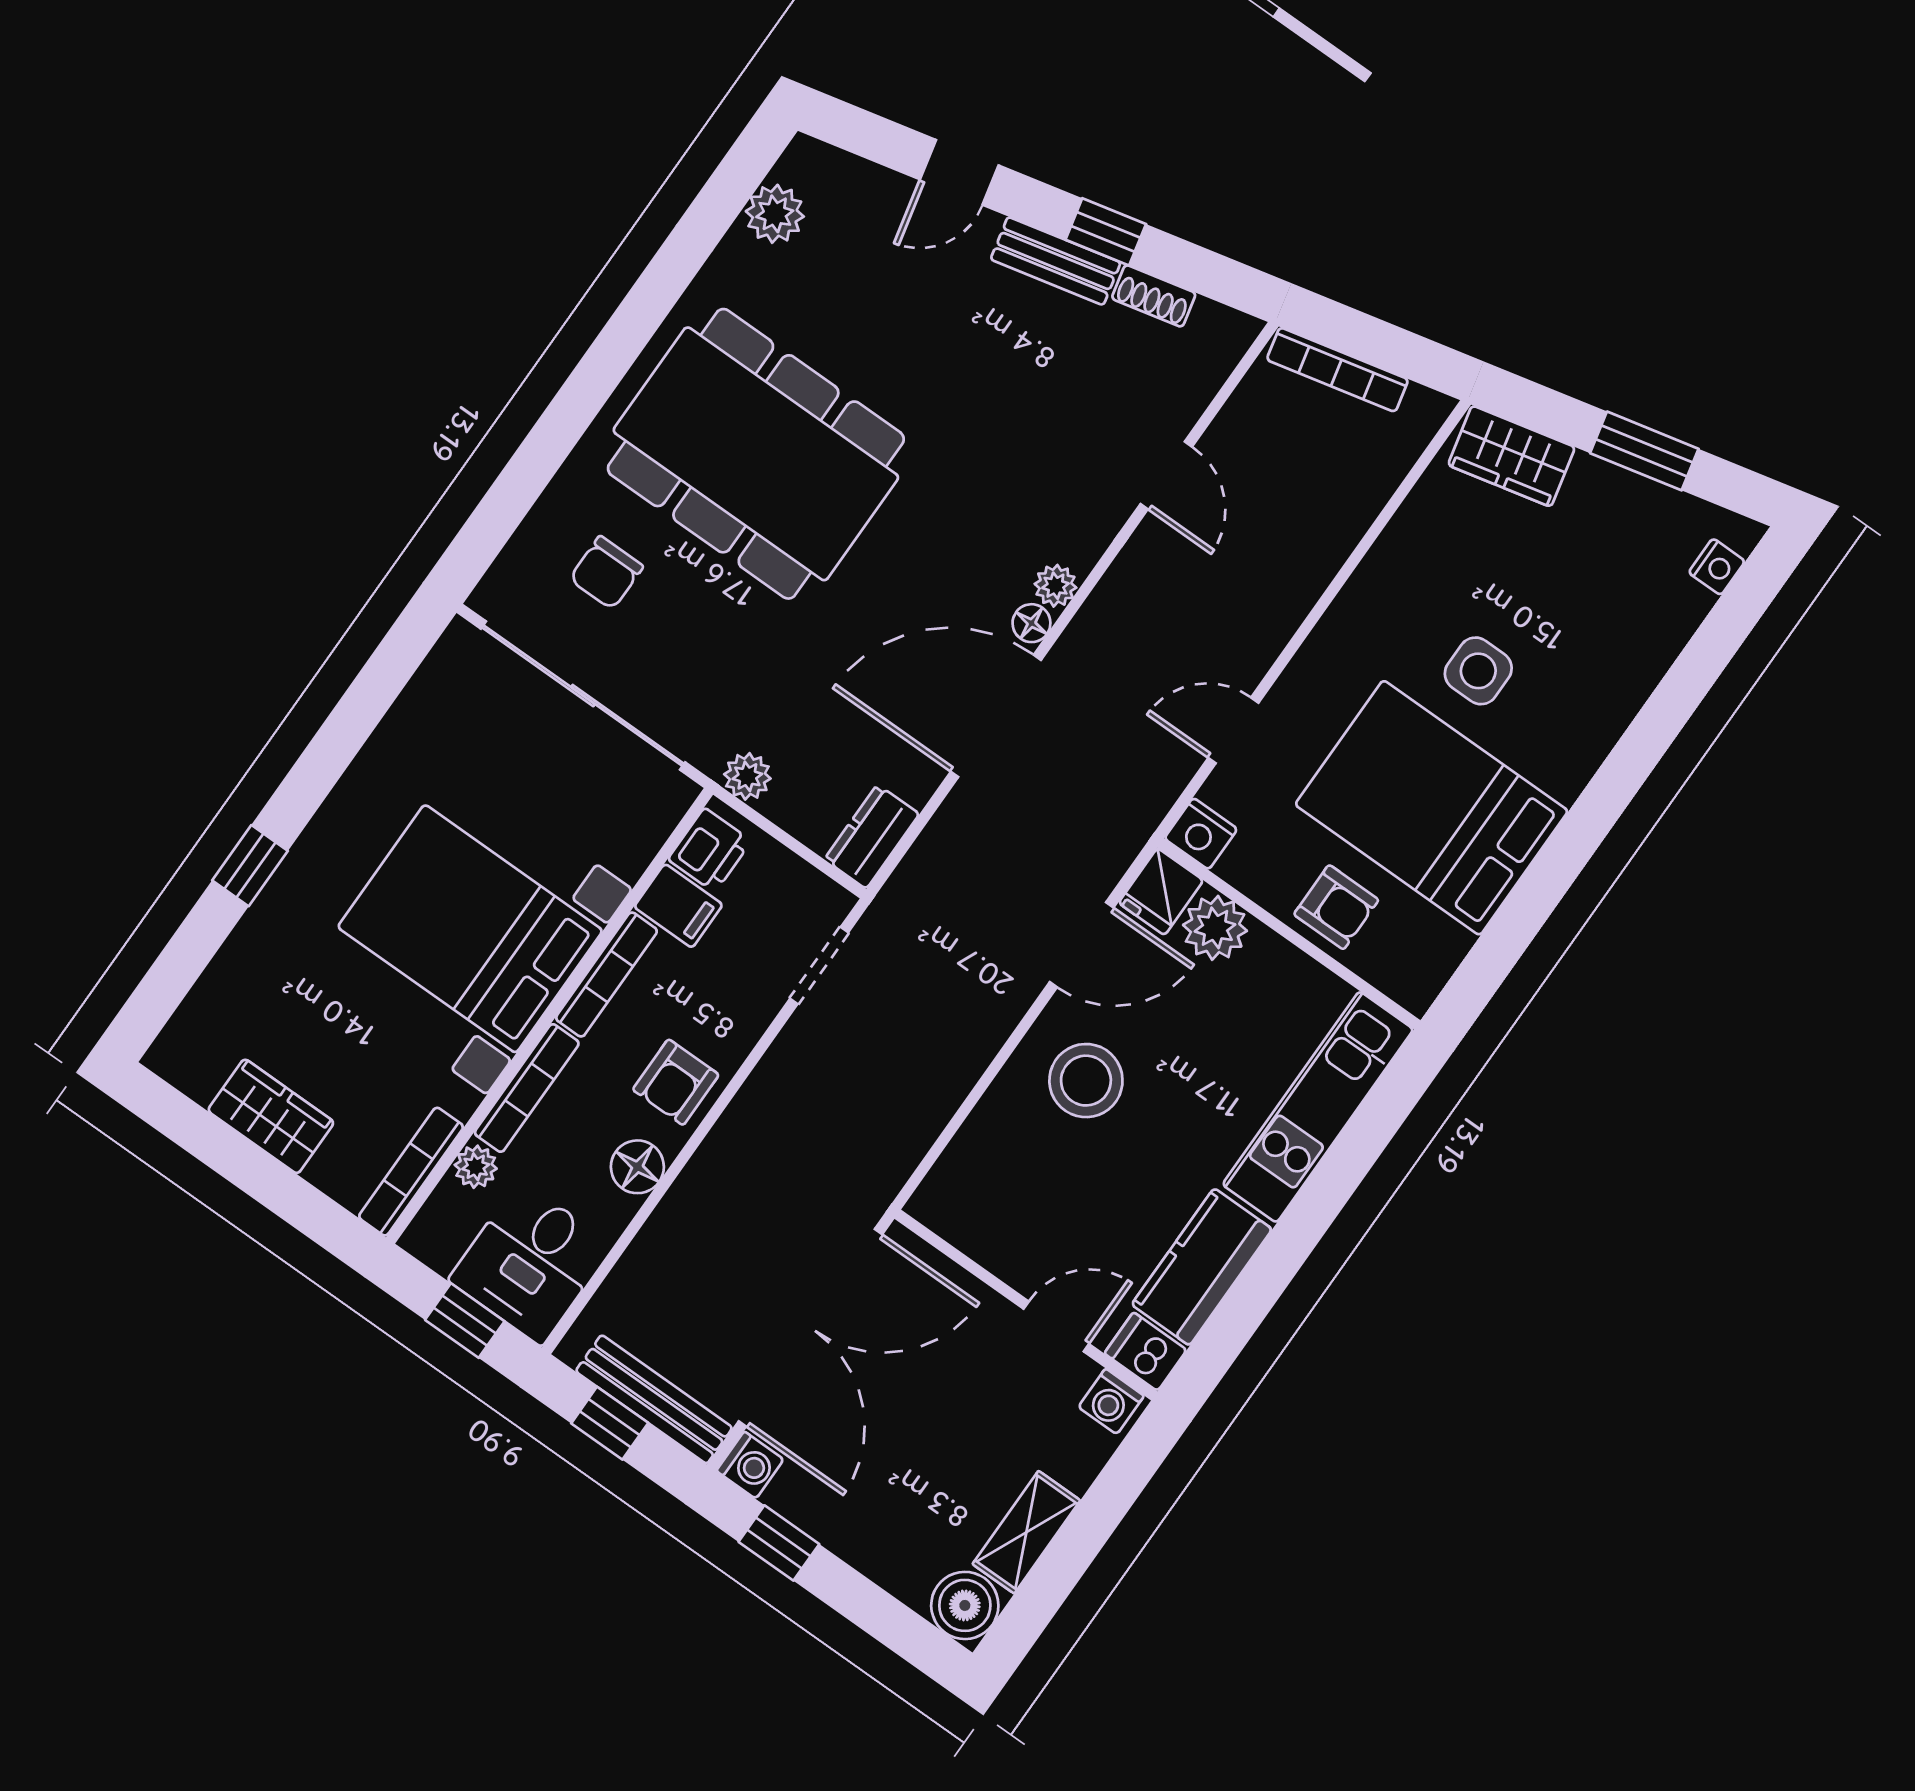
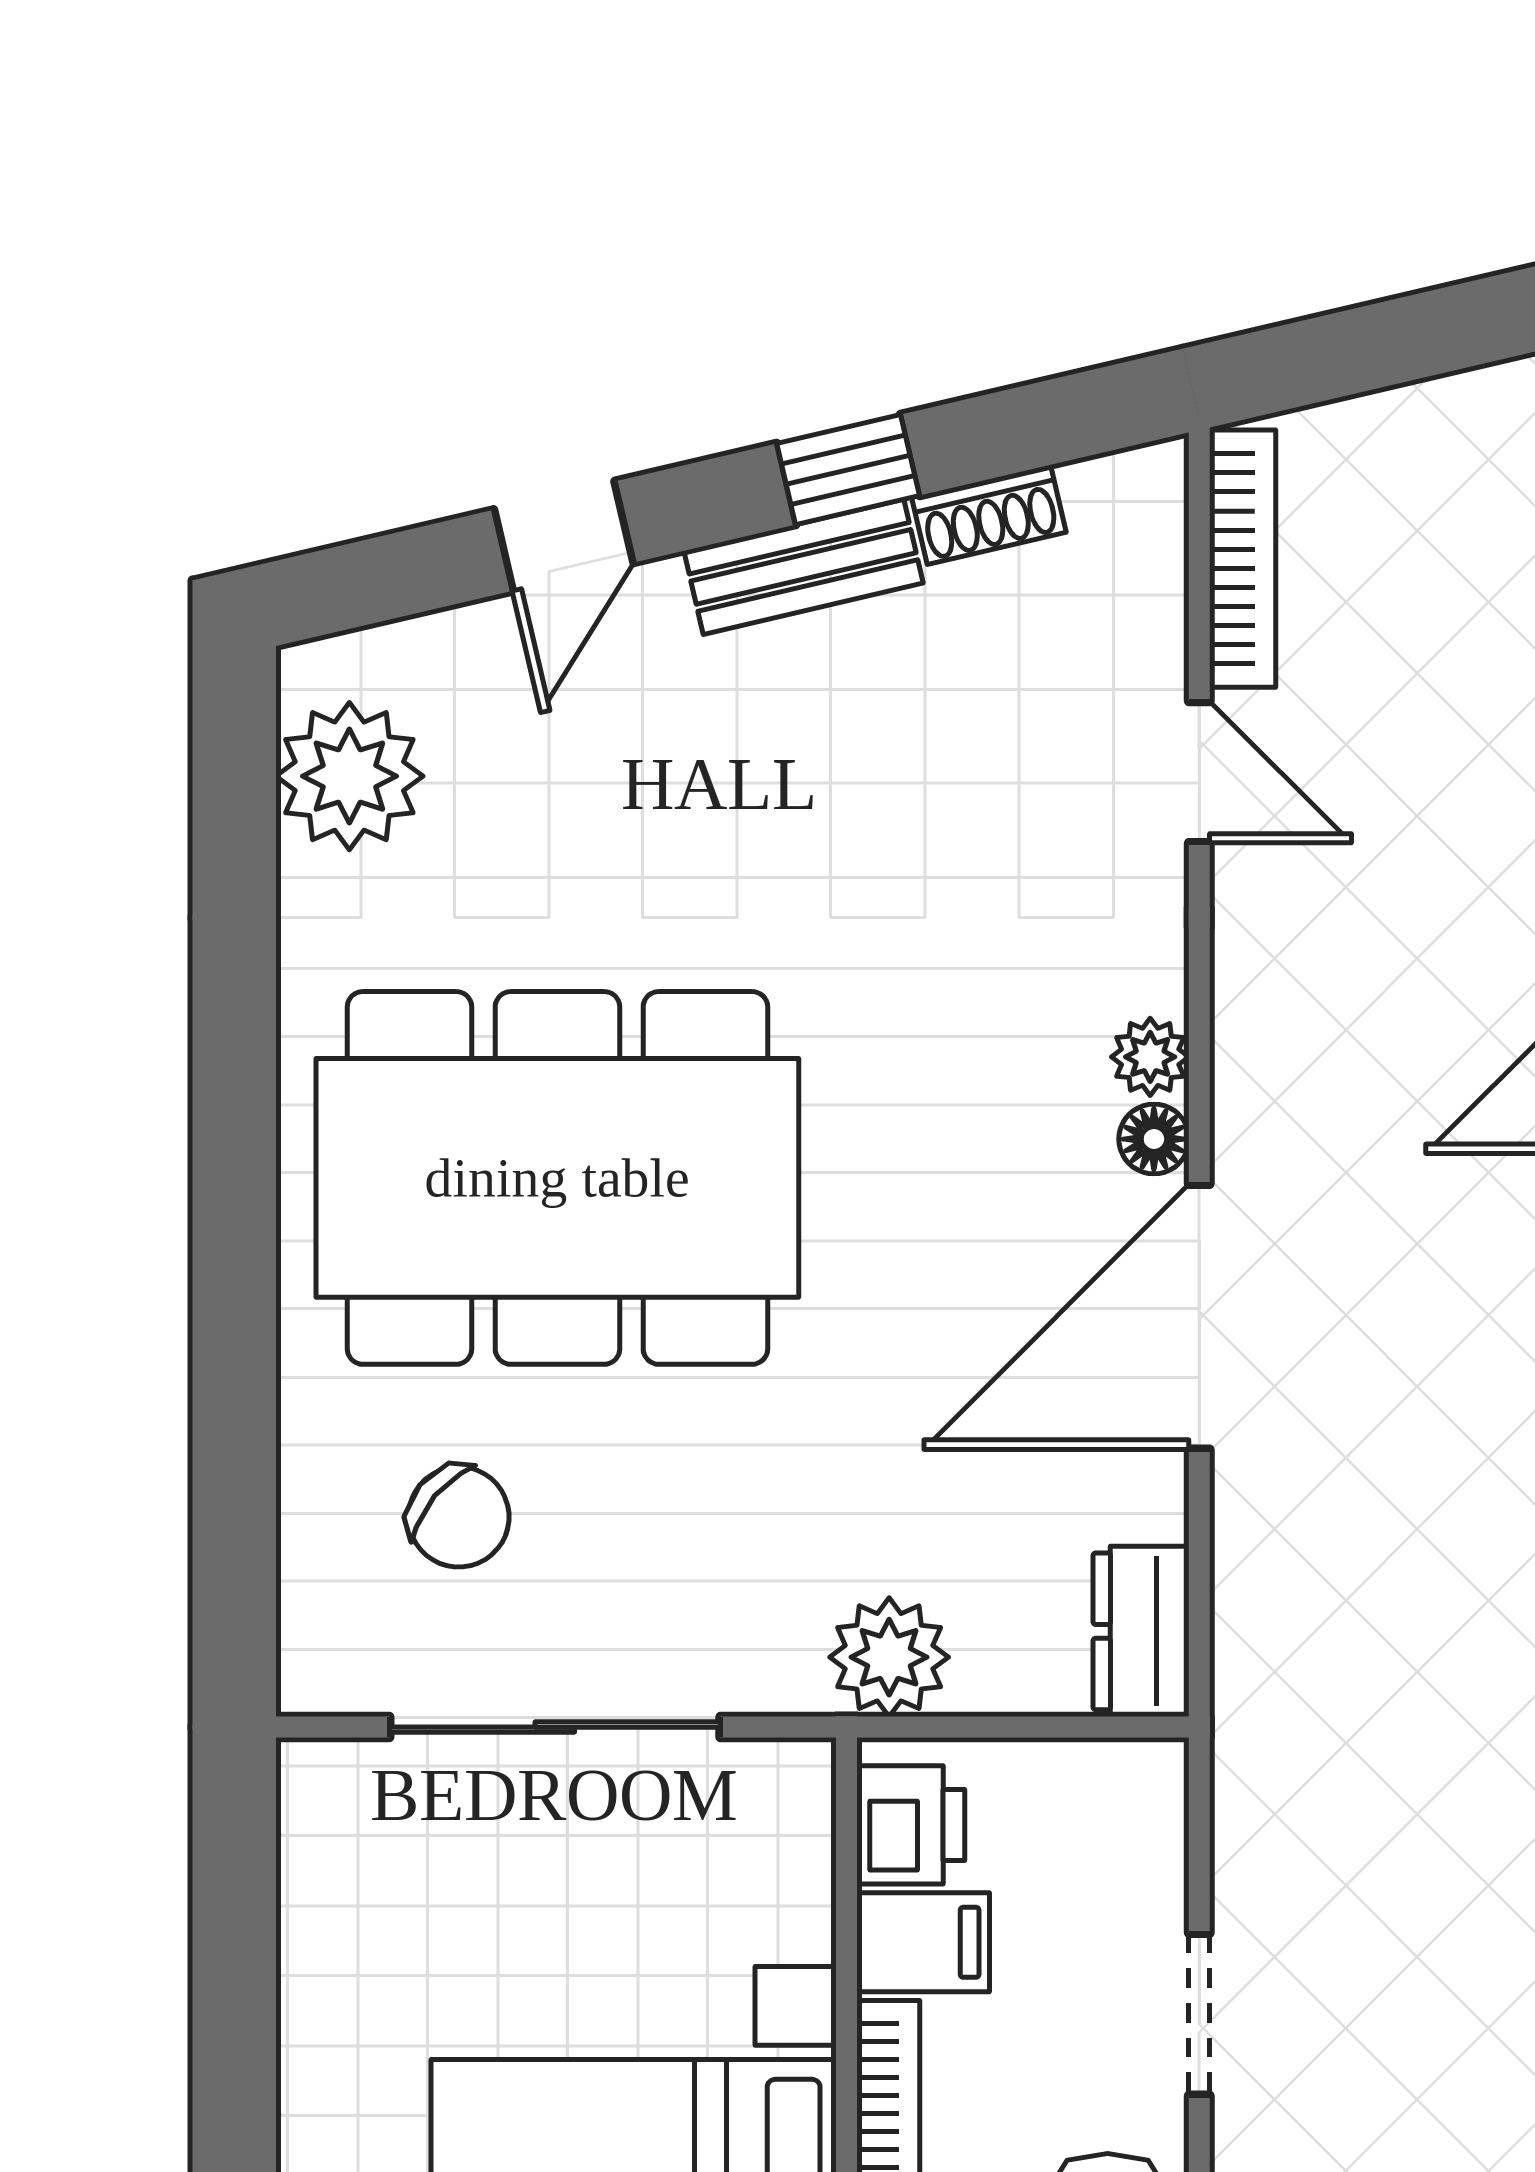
plant: (775, 214) -> (349, 776), width x1.36, depth x1.36
bookcase: (1337, 370) -> (1243, 559), moved, turned -77
chair: (606, 573) -> (459, 1517), turned -50
sliding door: (583, 696) -> (555, 1727), width x0.73
plant: (747, 776) -> (889, 1657), width x1.38, depth x1.38
doorway: (819, 966) -> (1199, 2014), moved

